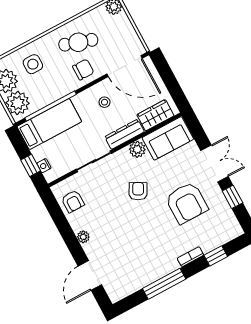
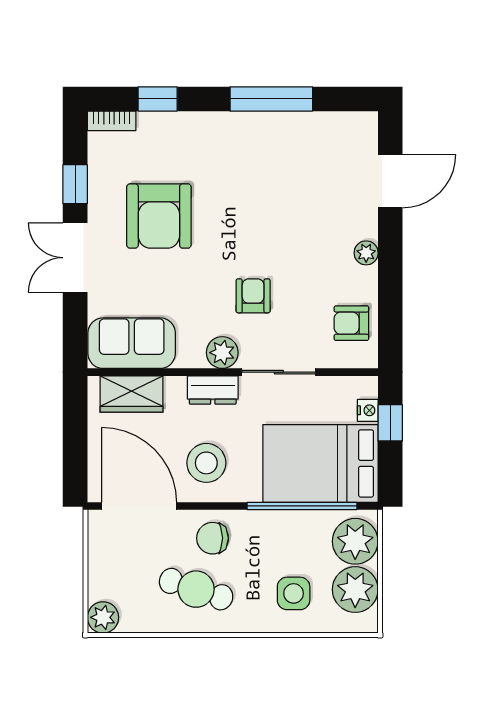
stool: (105, 102) -> (206, 463), width x1.89, depth x1.89
bed: (49, 124) -> (320, 463), width x1.50
dresser: (124, 134) -> (213, 390), width x0.70
plant: (137, 149) -> (222, 353), moved
armchair: (138, 191) -> (253, 296), moved, turned 151
armchair: (73, 201) -> (351, 323), turned -90
armchair: (187, 203) -> (159, 216), turned 180
bookcase: (190, 257) -> (112, 121), moved

